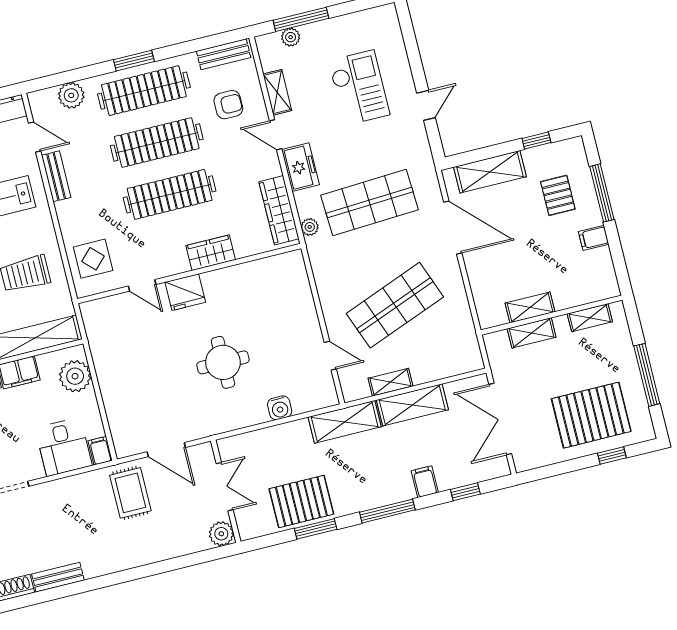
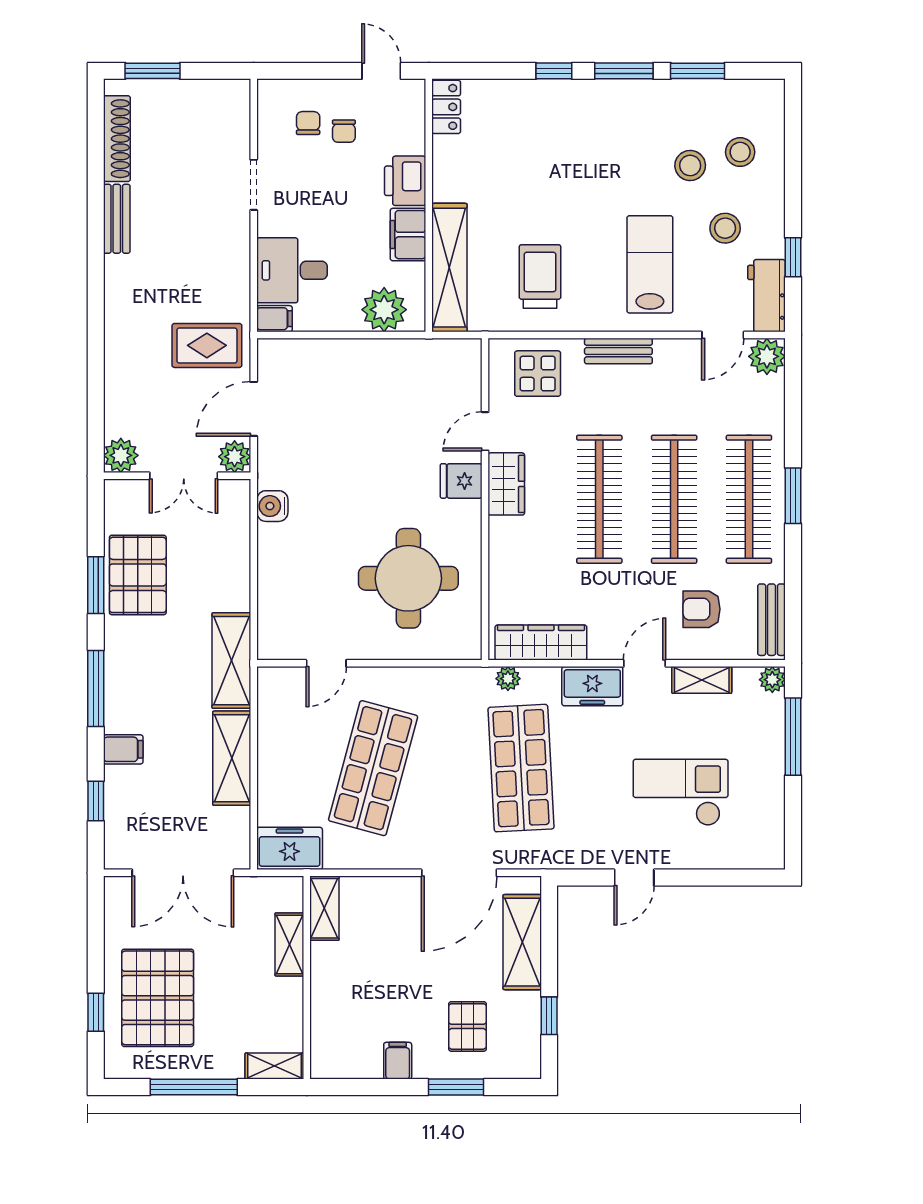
plant: (291, 37) -> (772, 680), moved
checkout: (359, 88) -> (681, 792), turned 180
plant: (71, 95) -> (767, 356), moved
armchair: (228, 105) -> (702, 609), turned 90
door: (426, 105) -> (634, 878), hinge flipped
bench: (56, 176) -> (618, 351), moved
window: (602, 193) -> (456, 1087), width x0.69
pallet: (558, 195) -> (467, 1026), turned 90
wardrobe: (211, 253) -> (506, 484), moved
fridge: (185, 292) -> (461, 481), width x0.72
shop shelf: (395, 305) -> (373, 768), turned 36
shelving: (530, 307) -> (324, 908), moved
shelving: (590, 318) -> (274, 1066), moved, turned 90
freezer: (465, 349) -> (290, 848), added
round table: (223, 362) -> (408, 578), moved, width x1.36, depth x1.36
shelving: (391, 382) -> (270, 736), removed
water cooler: (280, 408) -> (272, 506), moved
double door: (500, 419) -> (183, 873), swing flipped
plant: (203, 455) -> (235, 457), added

